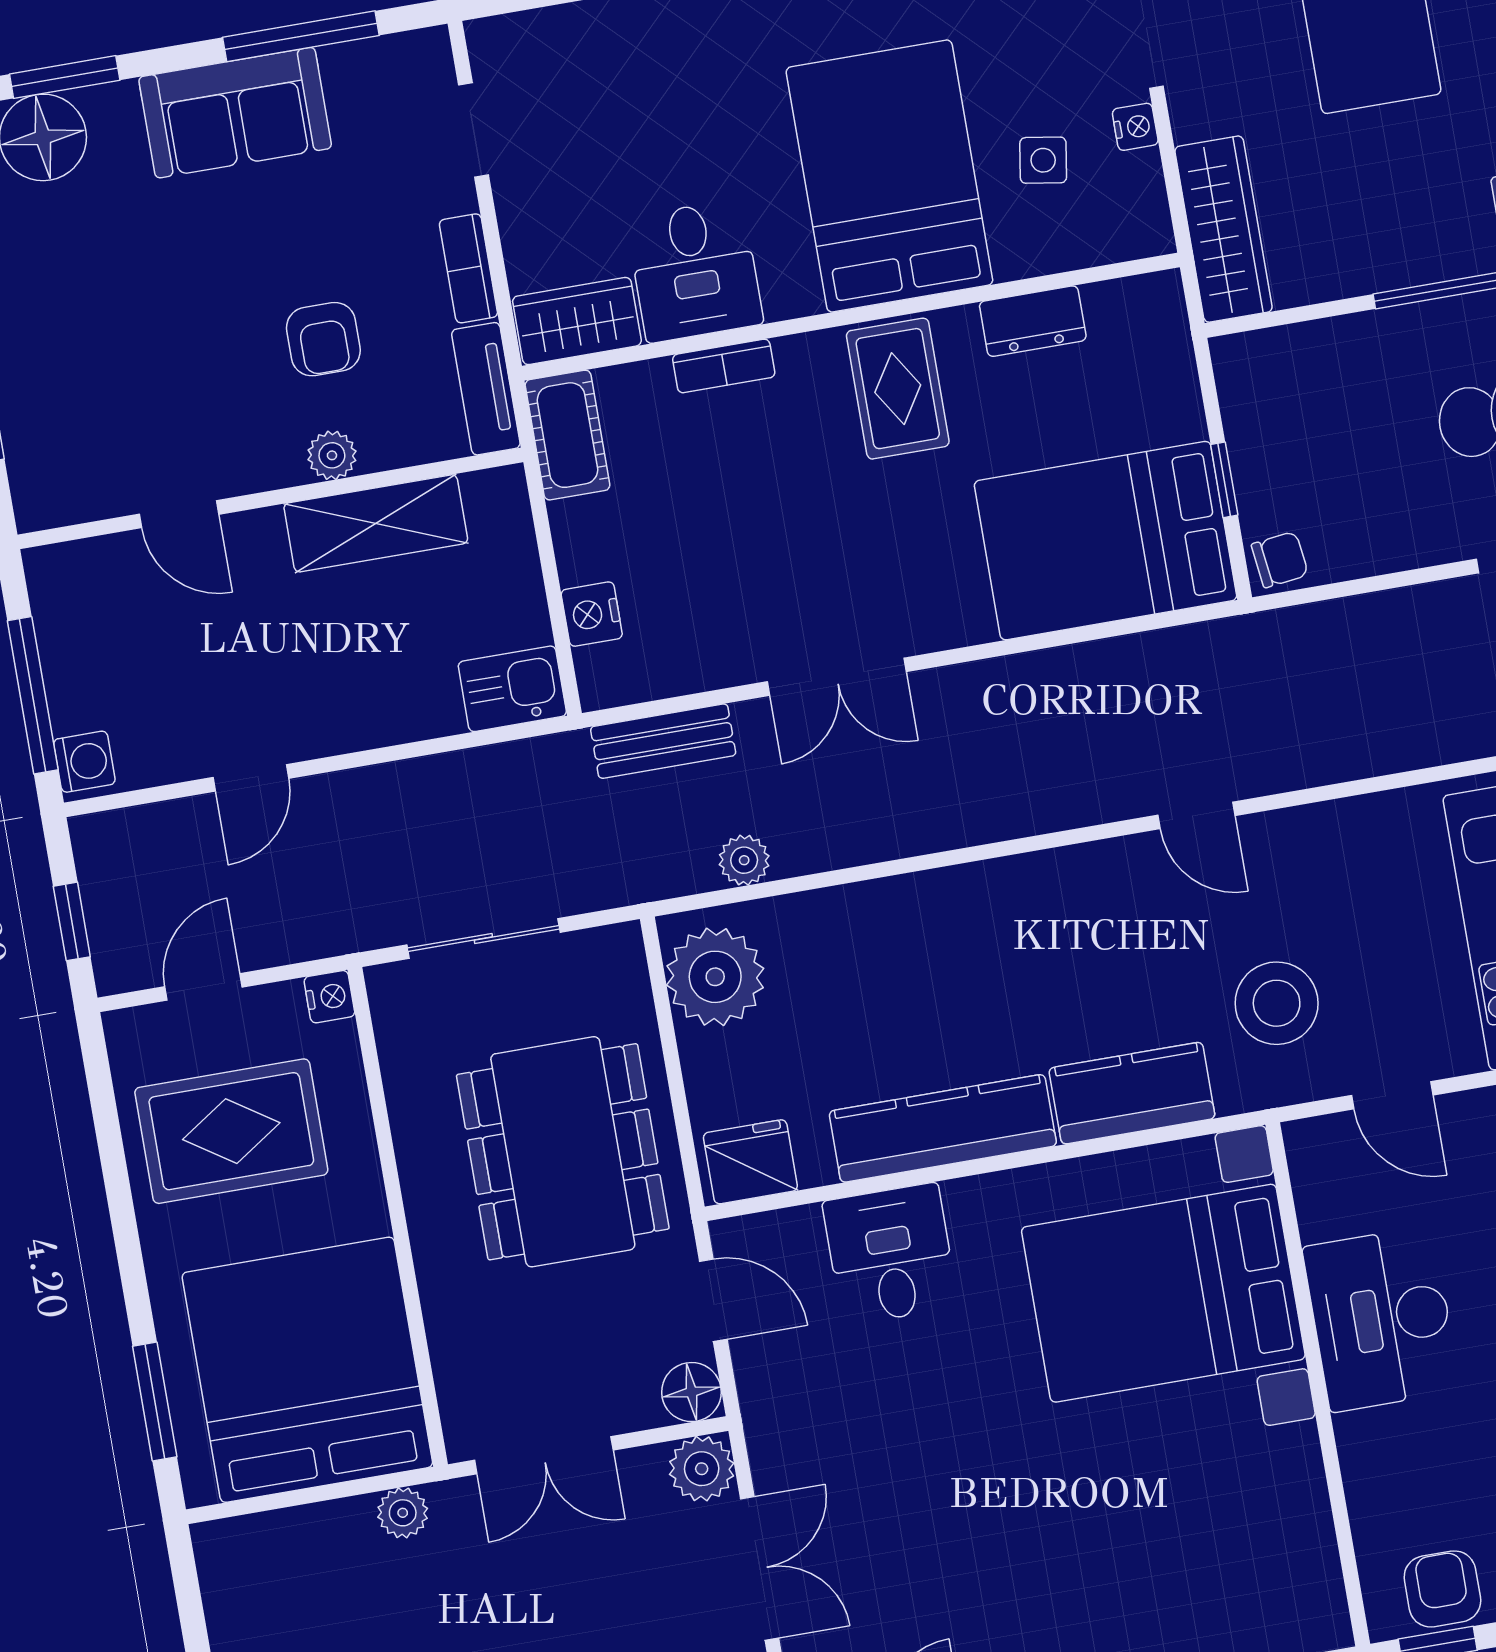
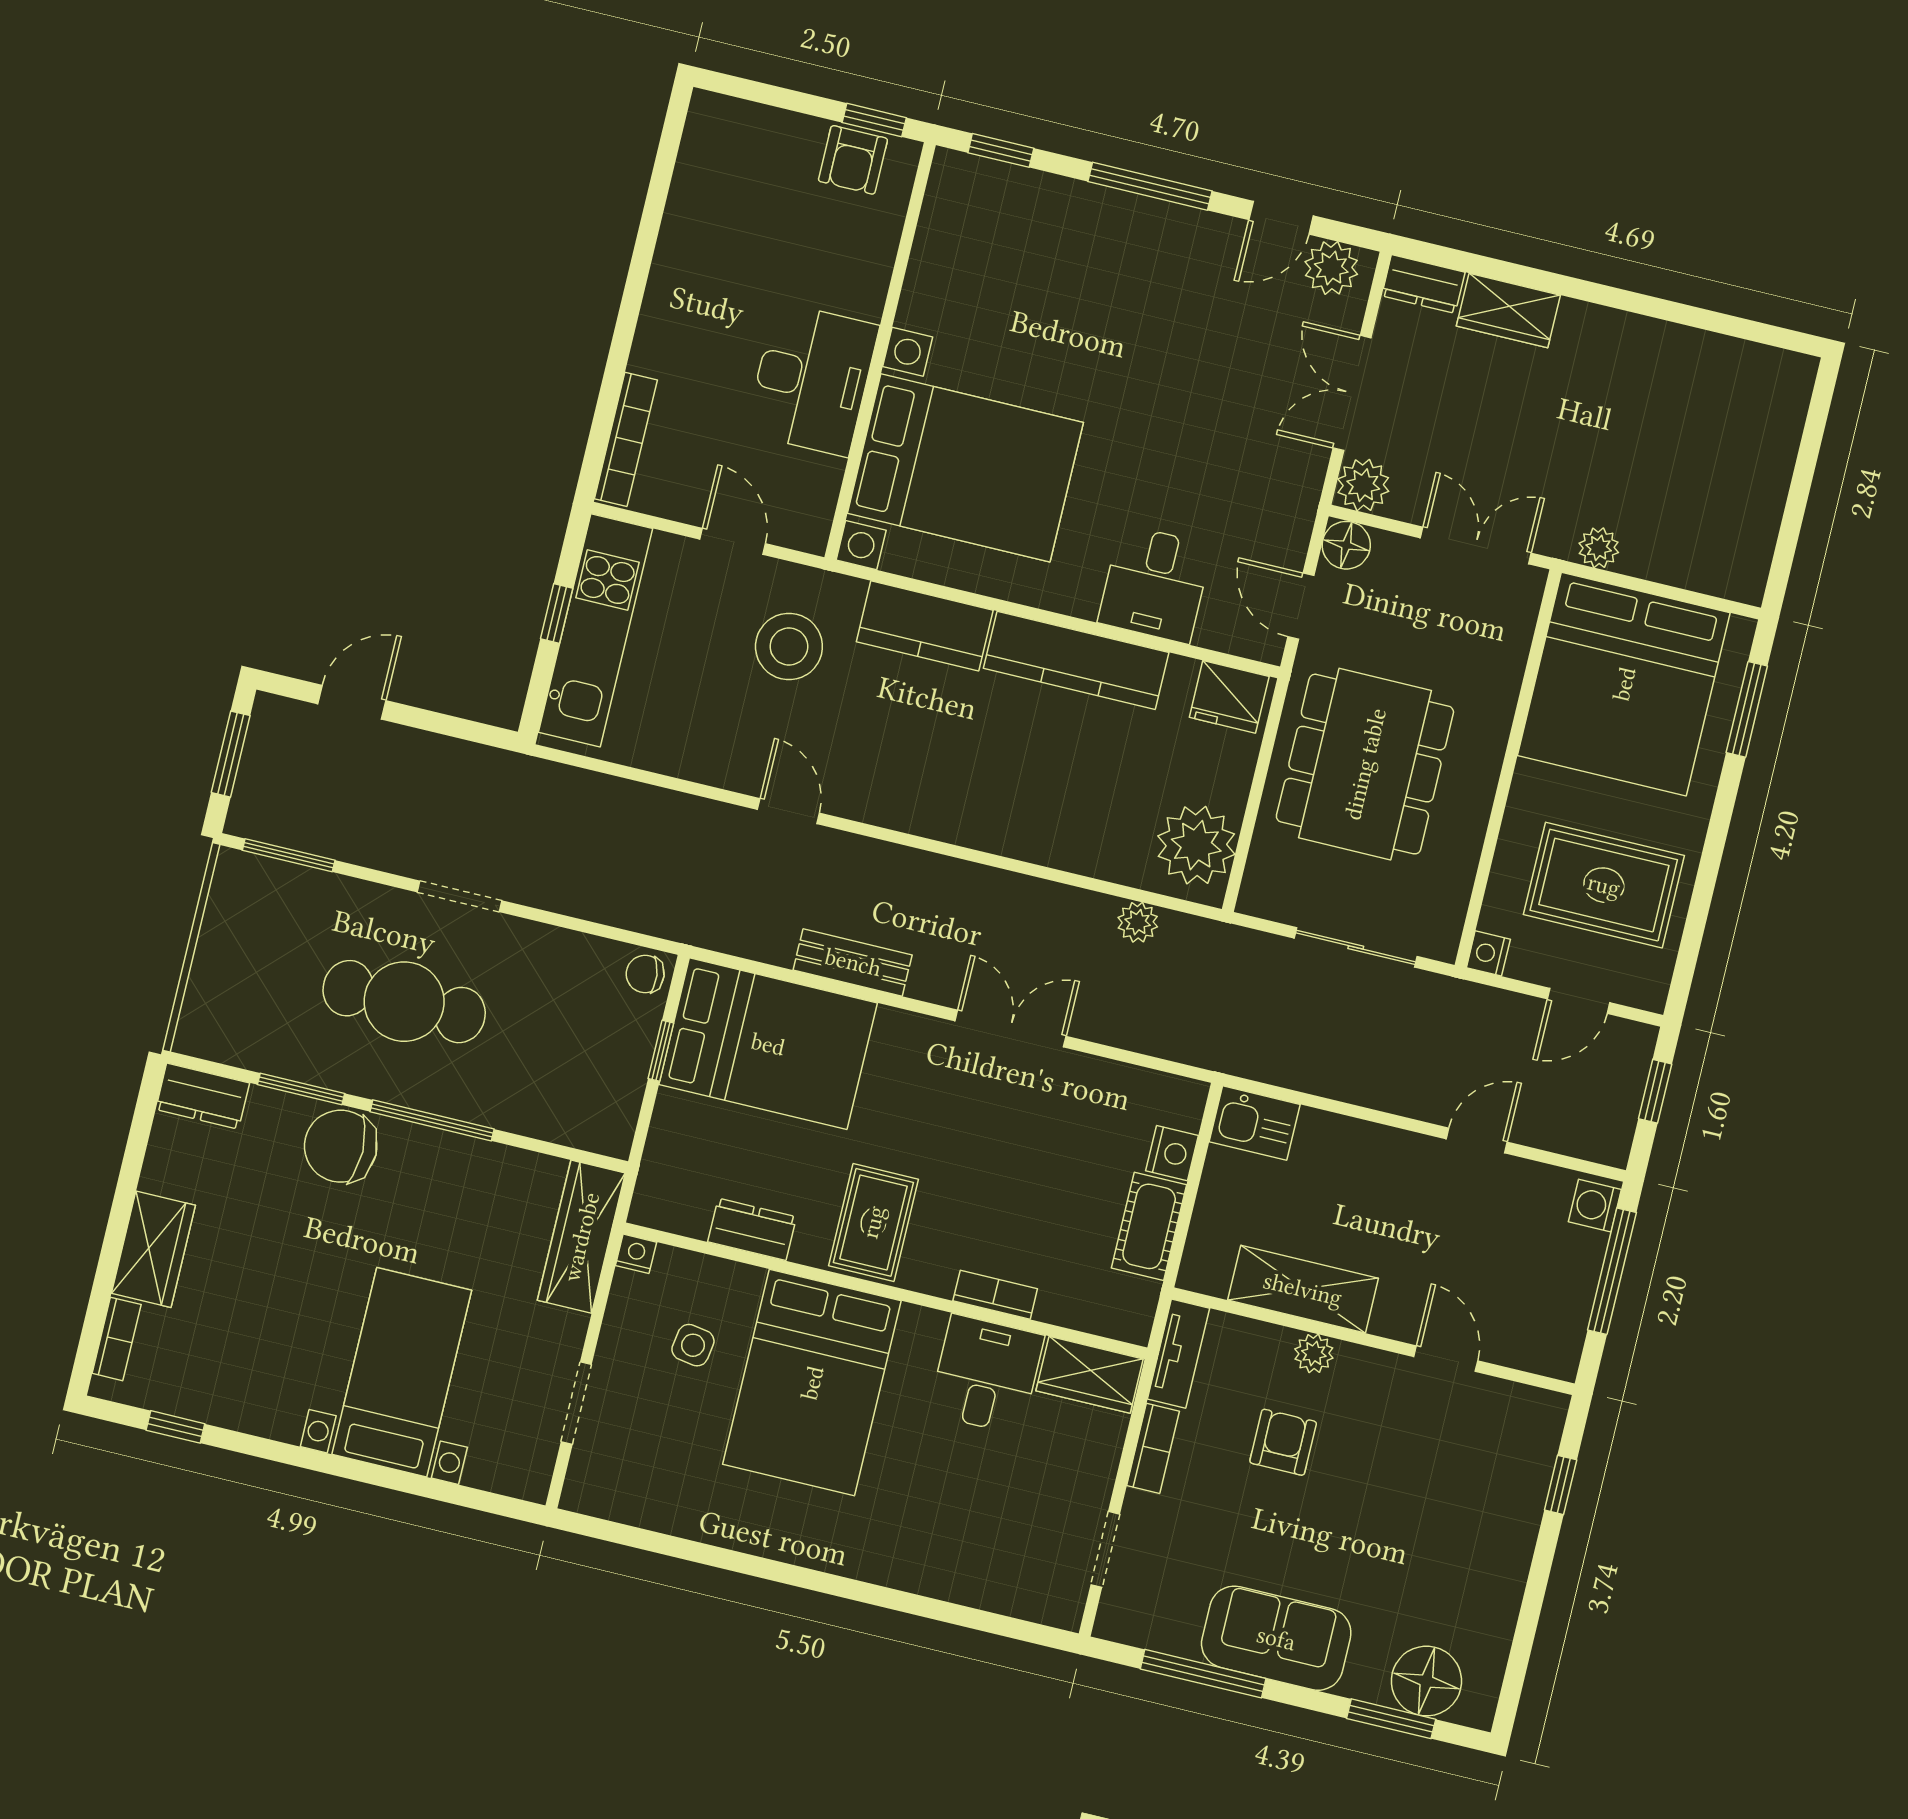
nightstand: (1135, 127) -> (636, 1254), moved, turned 90
cot: (567, 435) -> (1149, 1226), moved
bench: (663, 741) -> (853, 962), moved

